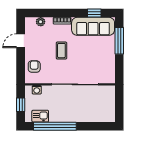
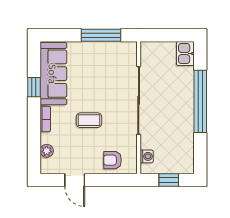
window: (94, 13) -> (34, 87), moved
window: (119, 41) -> (101, 35), moved
kitchen sink: (40, 116) -> (185, 54), moved
window: (55, 126) -> (200, 101), moved

